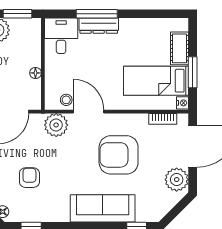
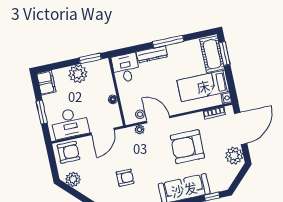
window: (97, 14) -> (168, 42), moved
cot: (179, 48) -> (212, 54), width x1.37, depth x1.34
window: (193, 72) -> (224, 53), moved
plant: (56, 125) -> (140, 130), width x0.53, depth x0.53
armchair: (29, 178) -> (125, 178), turned 90

